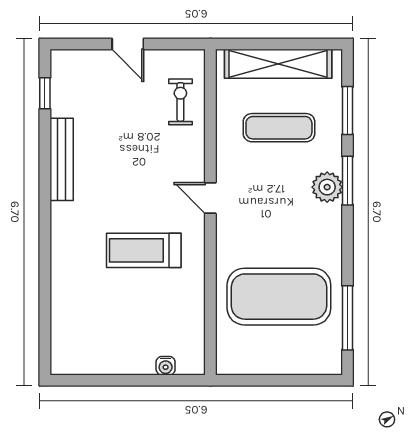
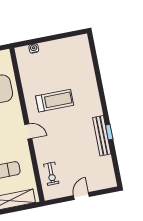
door: (128, 44) -> (81, 196), hinge flipped
window: (45, 93) -> (109, 132), moved

